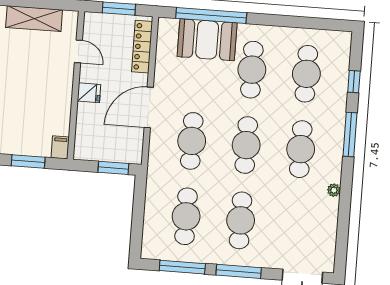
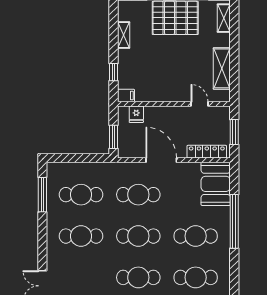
window: (211, 15) -> (234, 221), moved
booth: (207, 40) -> (216, 184), moved
door: (78, 51) -> (200, 104), swing flipped
fridge: (89, 93) -> (136, 114), moved
window: (28, 161) -> (113, 72), width x0.67
window: (239, 271) -> (42, 237), removed

